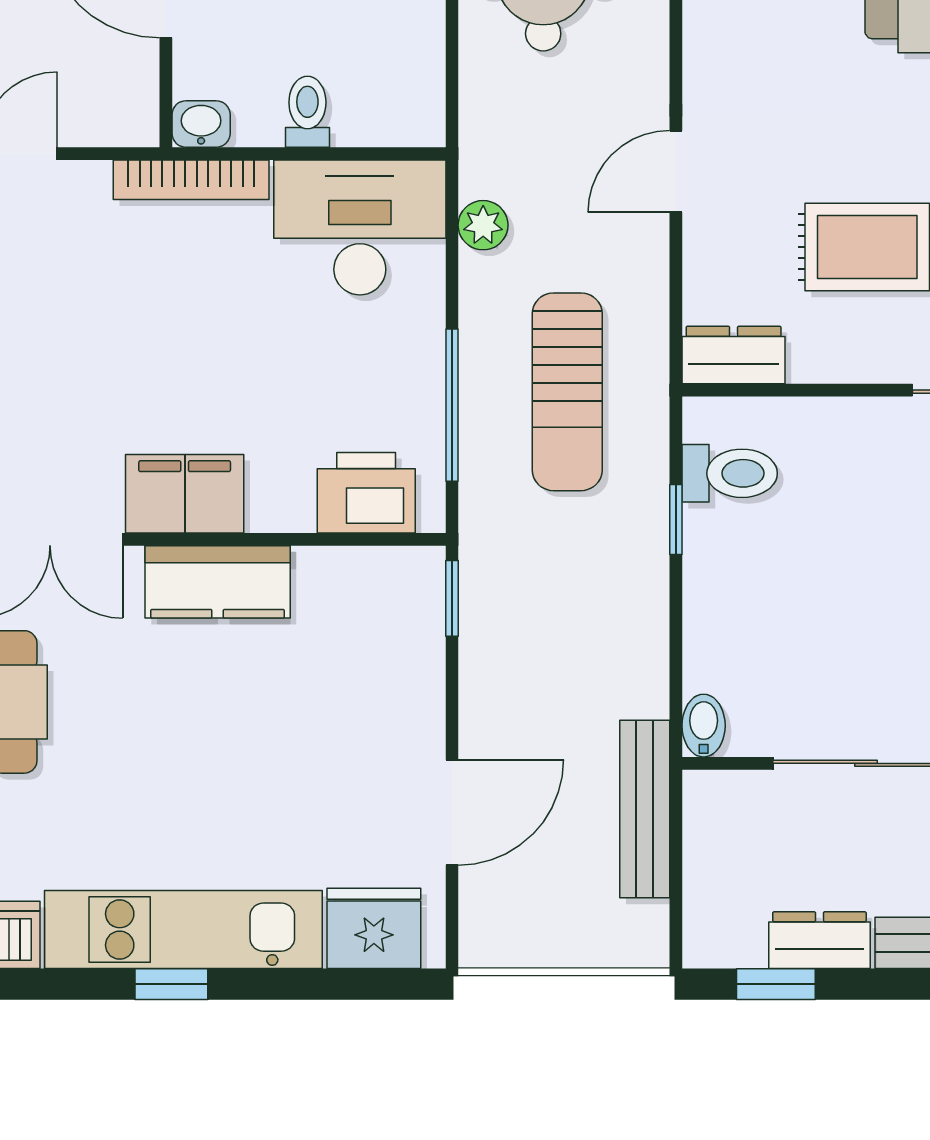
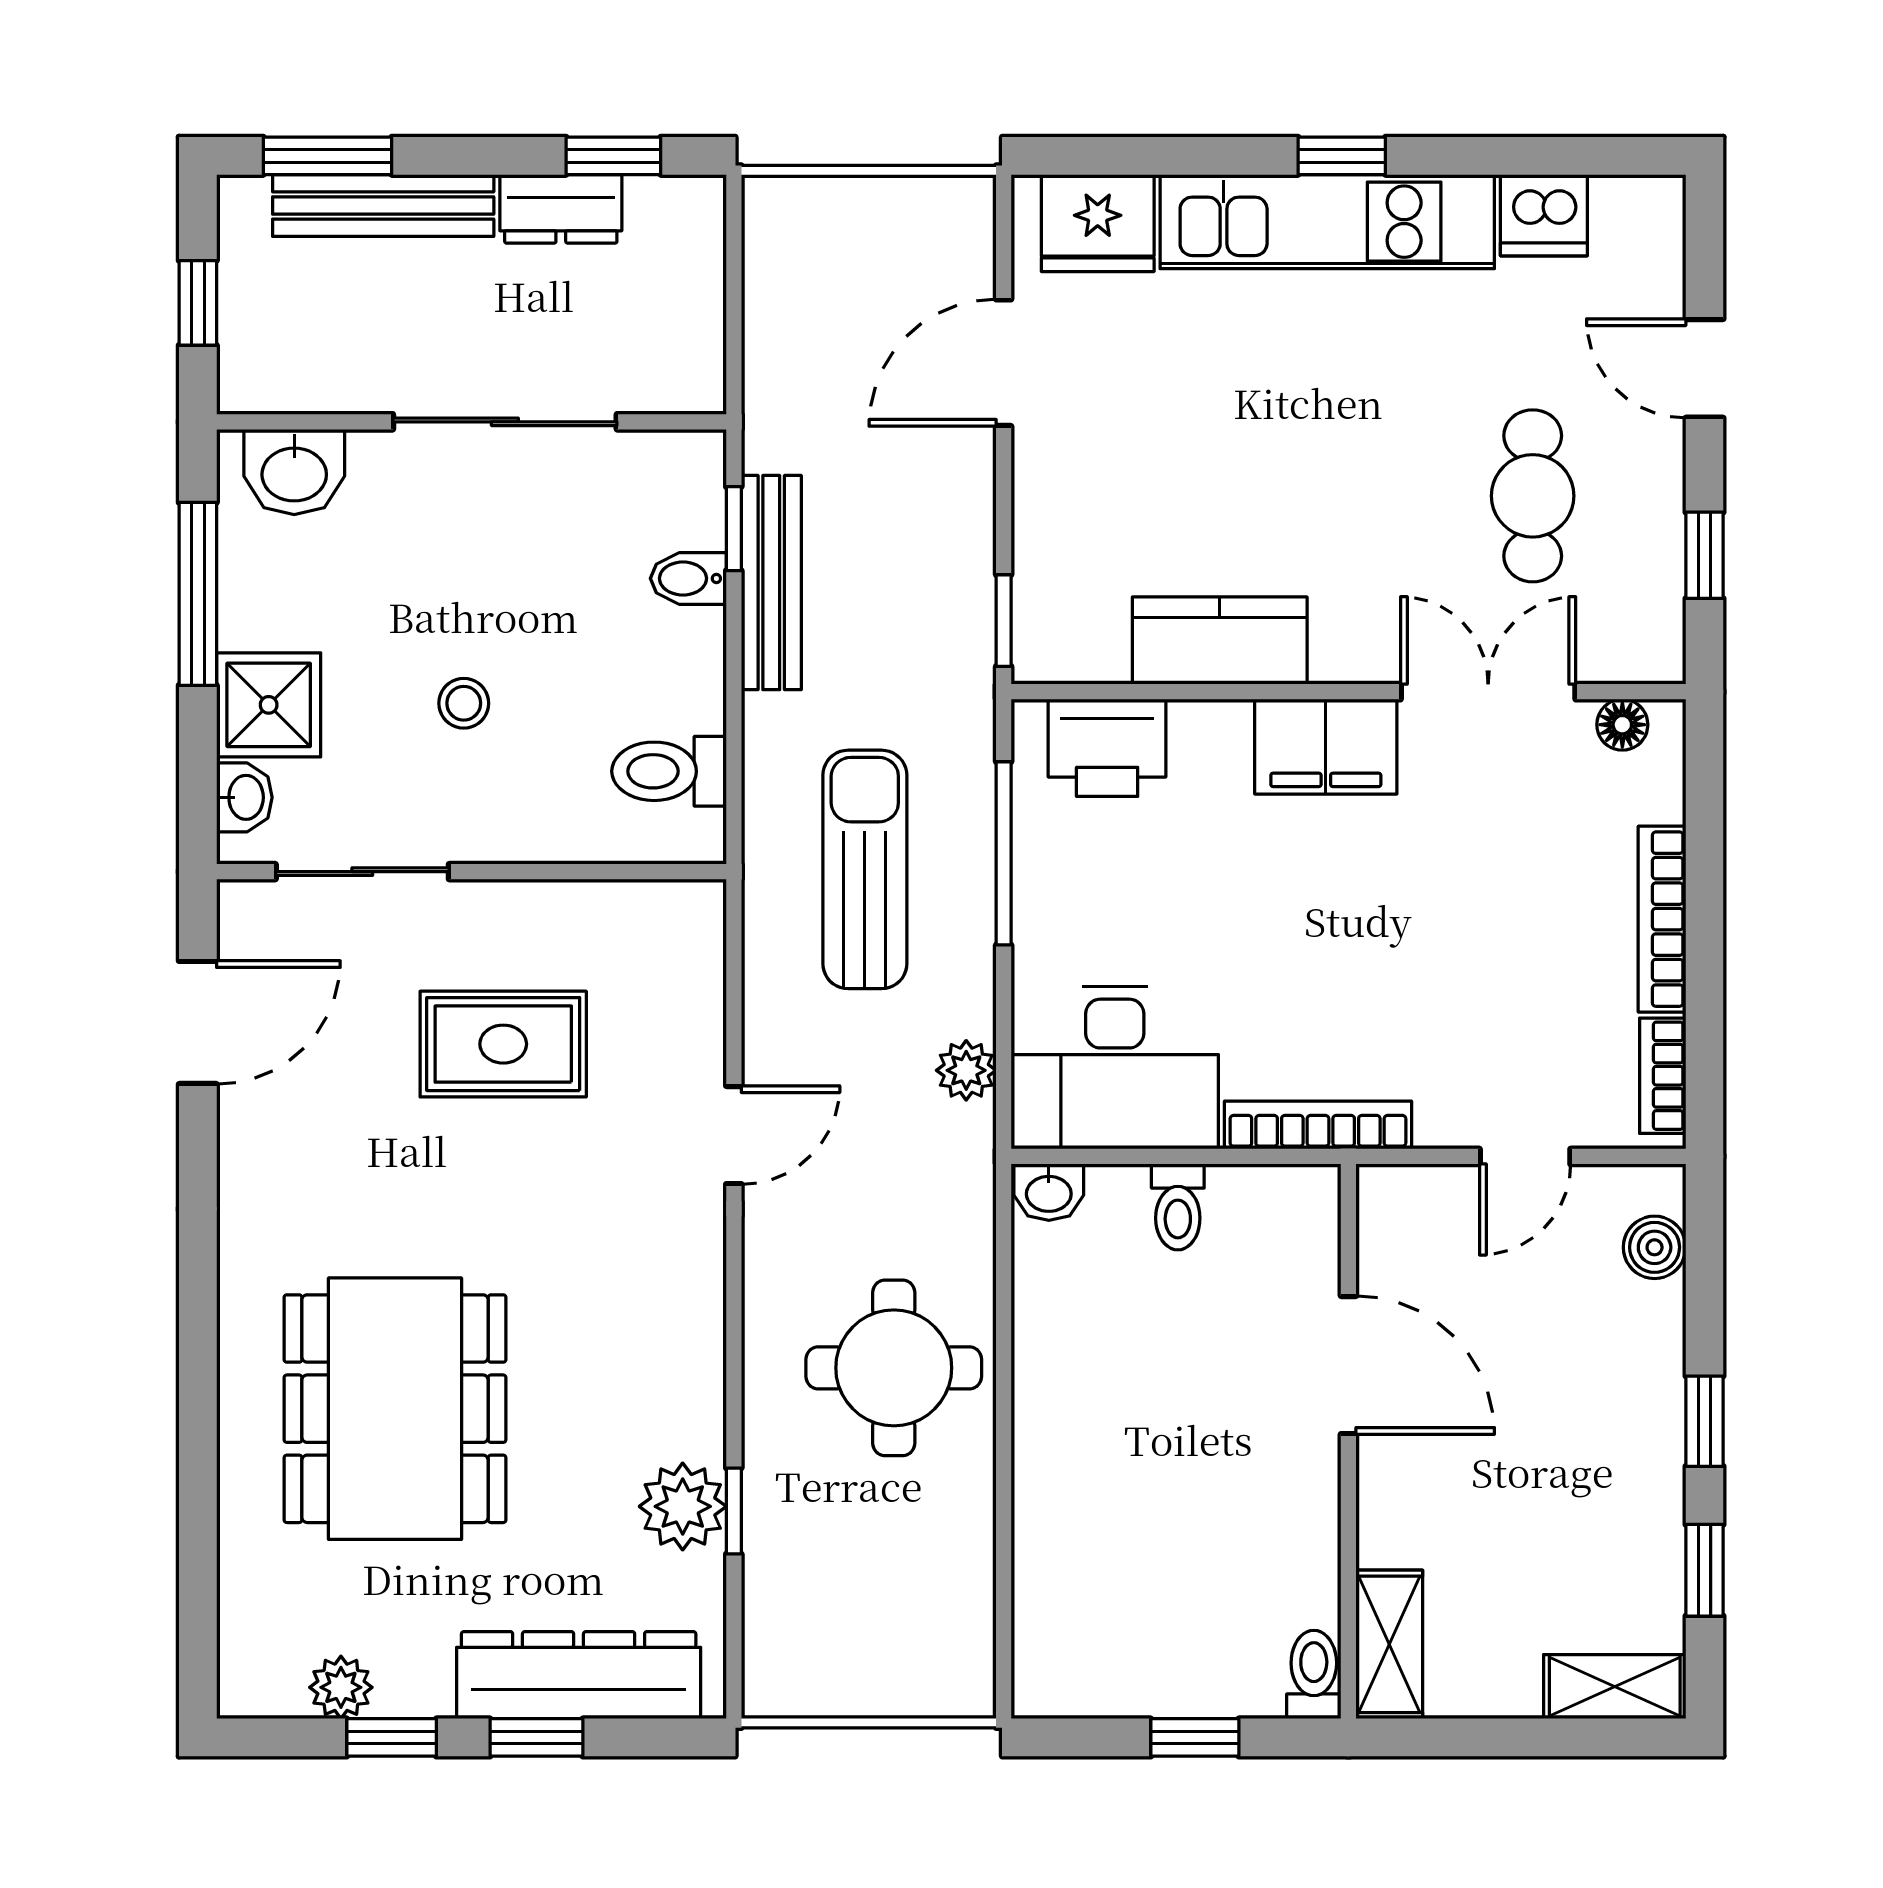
washbasin: (201, 124) -> (1049, 1192), moved
dresser: (734, 355) -> (664, 914), removed
window: (676, 519) -> (734, 529), moved
stool: (900, 530) -> (464, 703), added
kitchen counter: (218, 582) -> (1220, 641), moved
bidet: (704, 726) -> (688, 578), moved, turned 90
bench: (645, 809) -> (771, 583), moved

